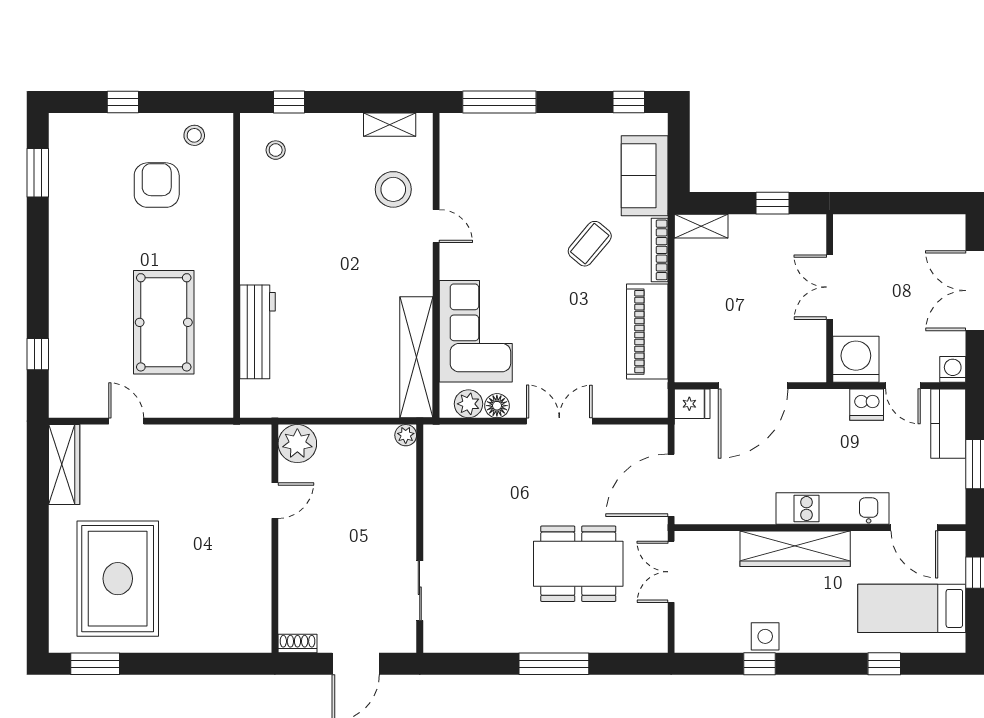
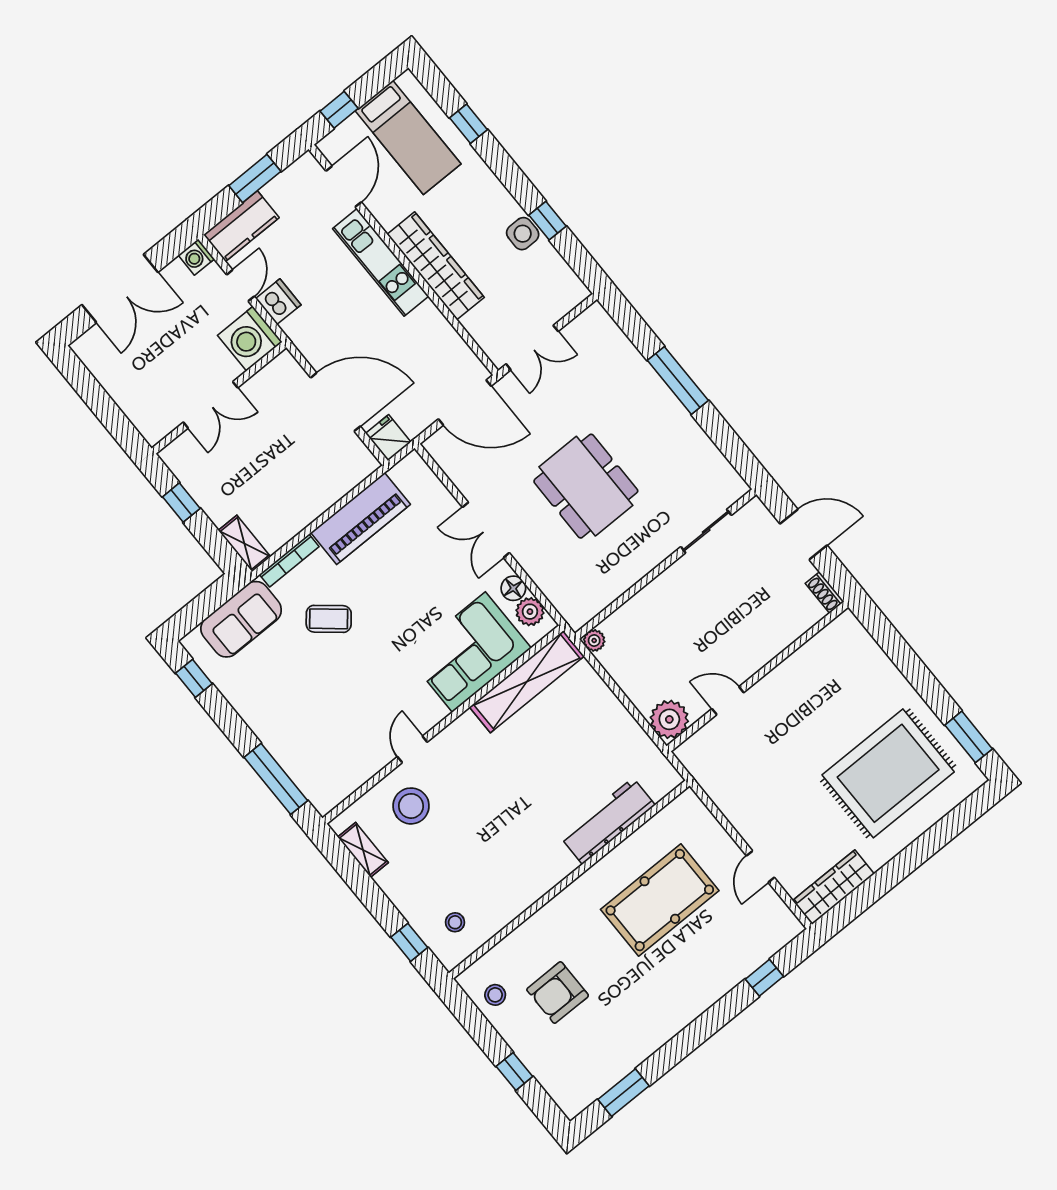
dining table: (578, 564) -> (586, 486), moved

